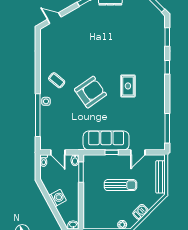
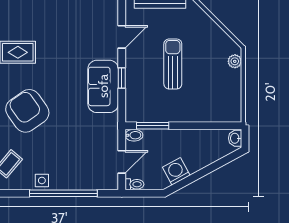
sofa: (106, 141) -> (103, 86), width x0.73
door: (138, 152) -> (122, 37), hinge flipped
washing machine: (58, 198) -> (176, 171), moved
barbecue: (140, 212) -> (215, 33), removed

